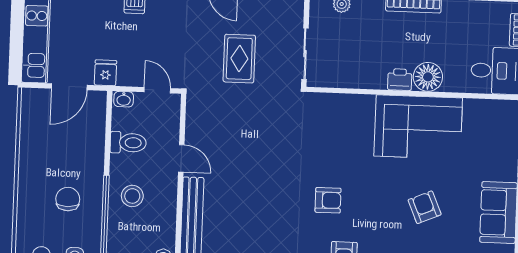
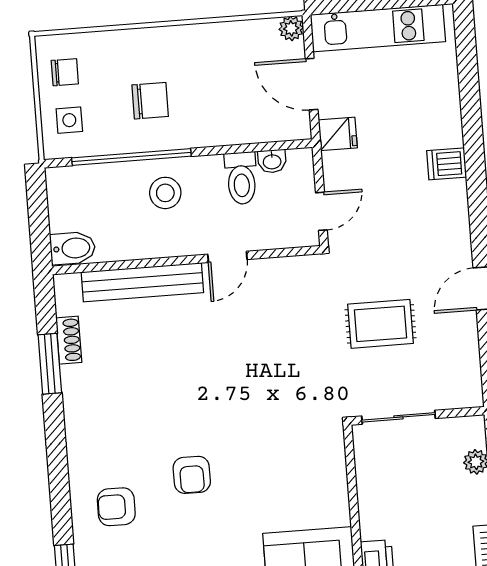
plant: (29, 96) -> (291, 28), added
washbasin: (124, 99) -> (272, 161), moved, turned -90

